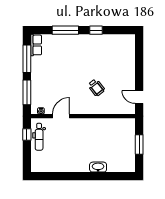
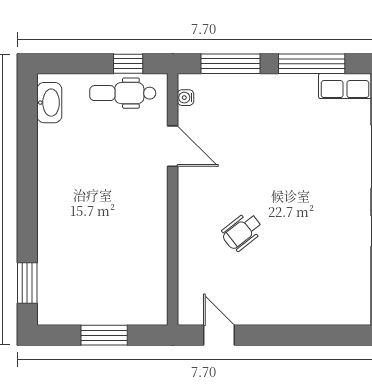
door: (139, 97) -> (219, 335), hinge flipped
washbasin: (98, 167) -> (49, 103), moved
window: (118, 176) -> (27, 283), added

